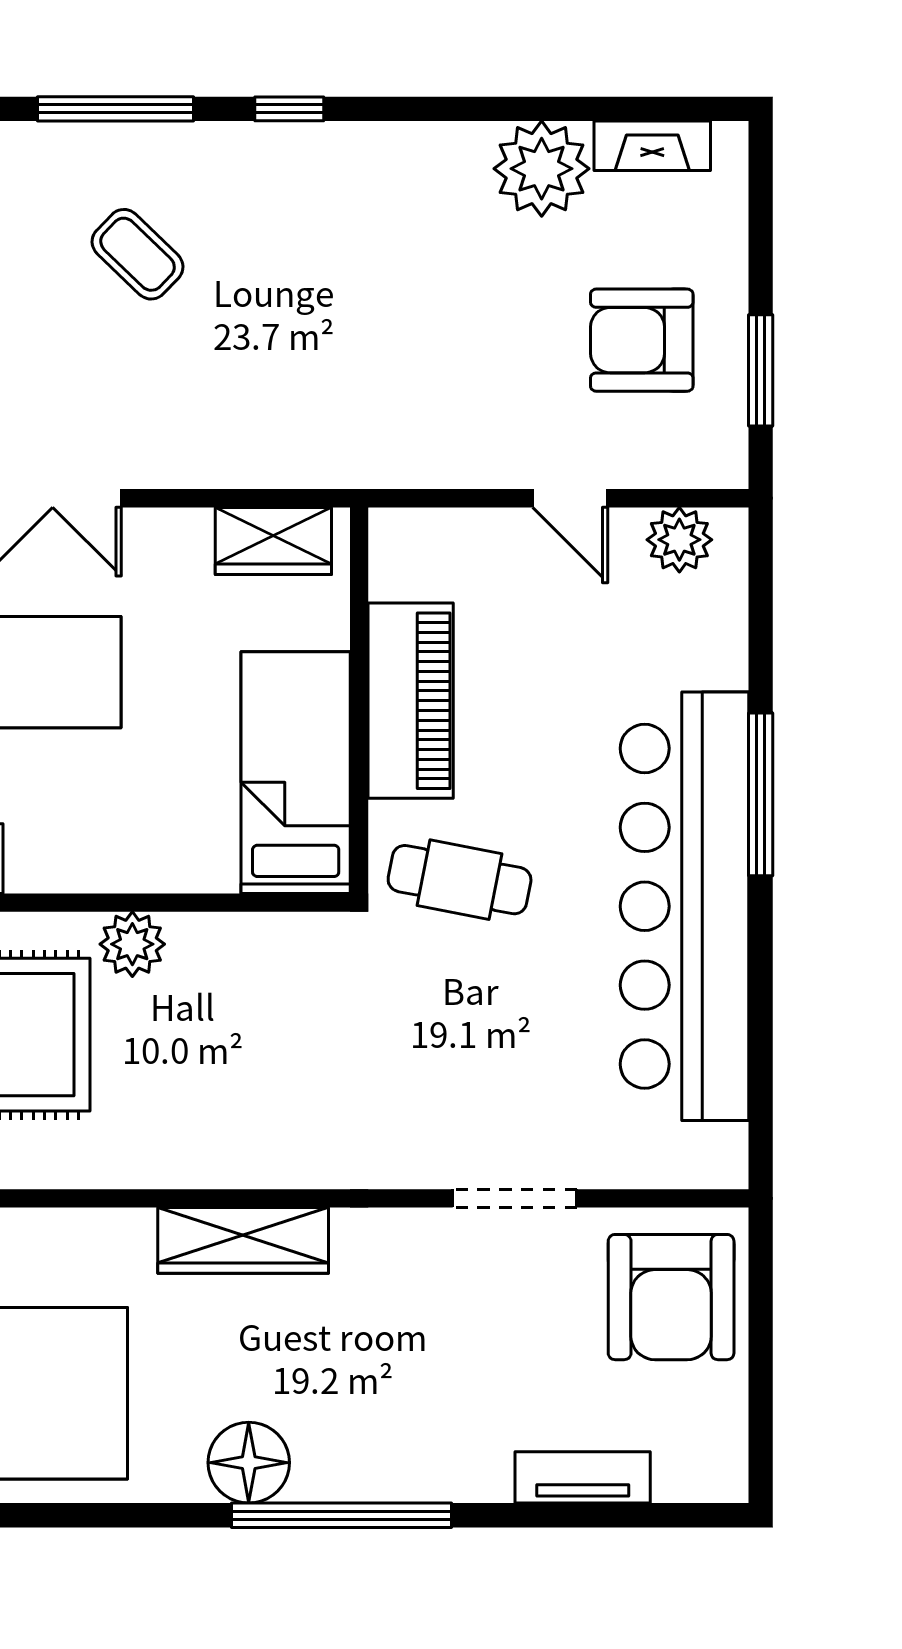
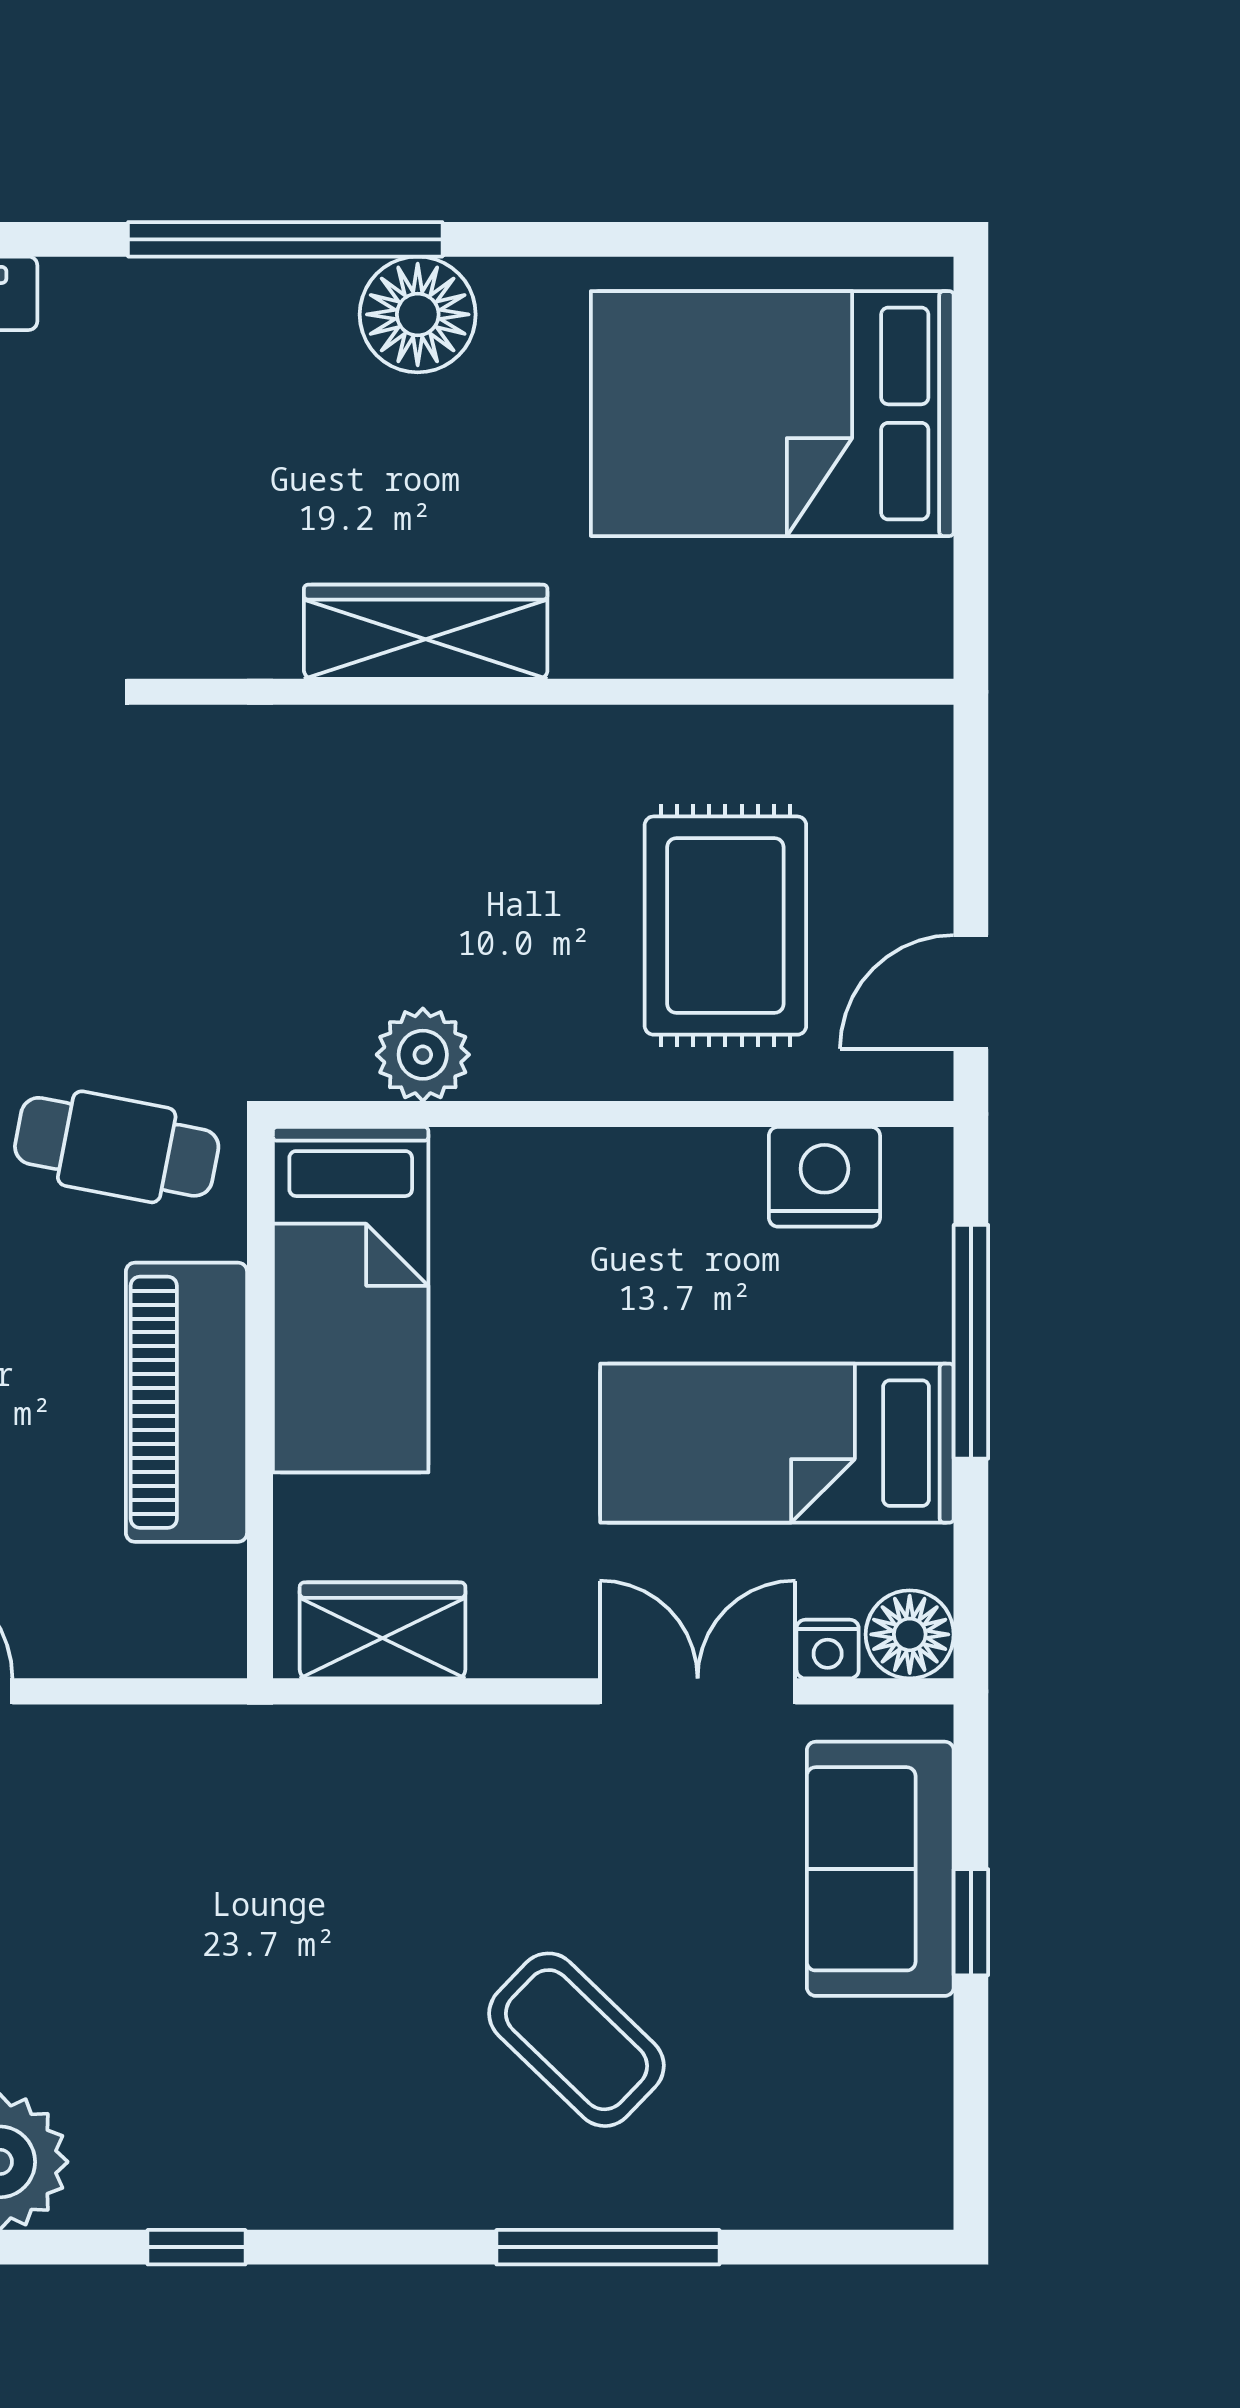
window: (289, 109) -> (196, 2247), moved
coffee table: (138, 254) -> (576, 2040), width x1.36, depth x1.30
plant: (132, 944) -> (423, 1055), moved

